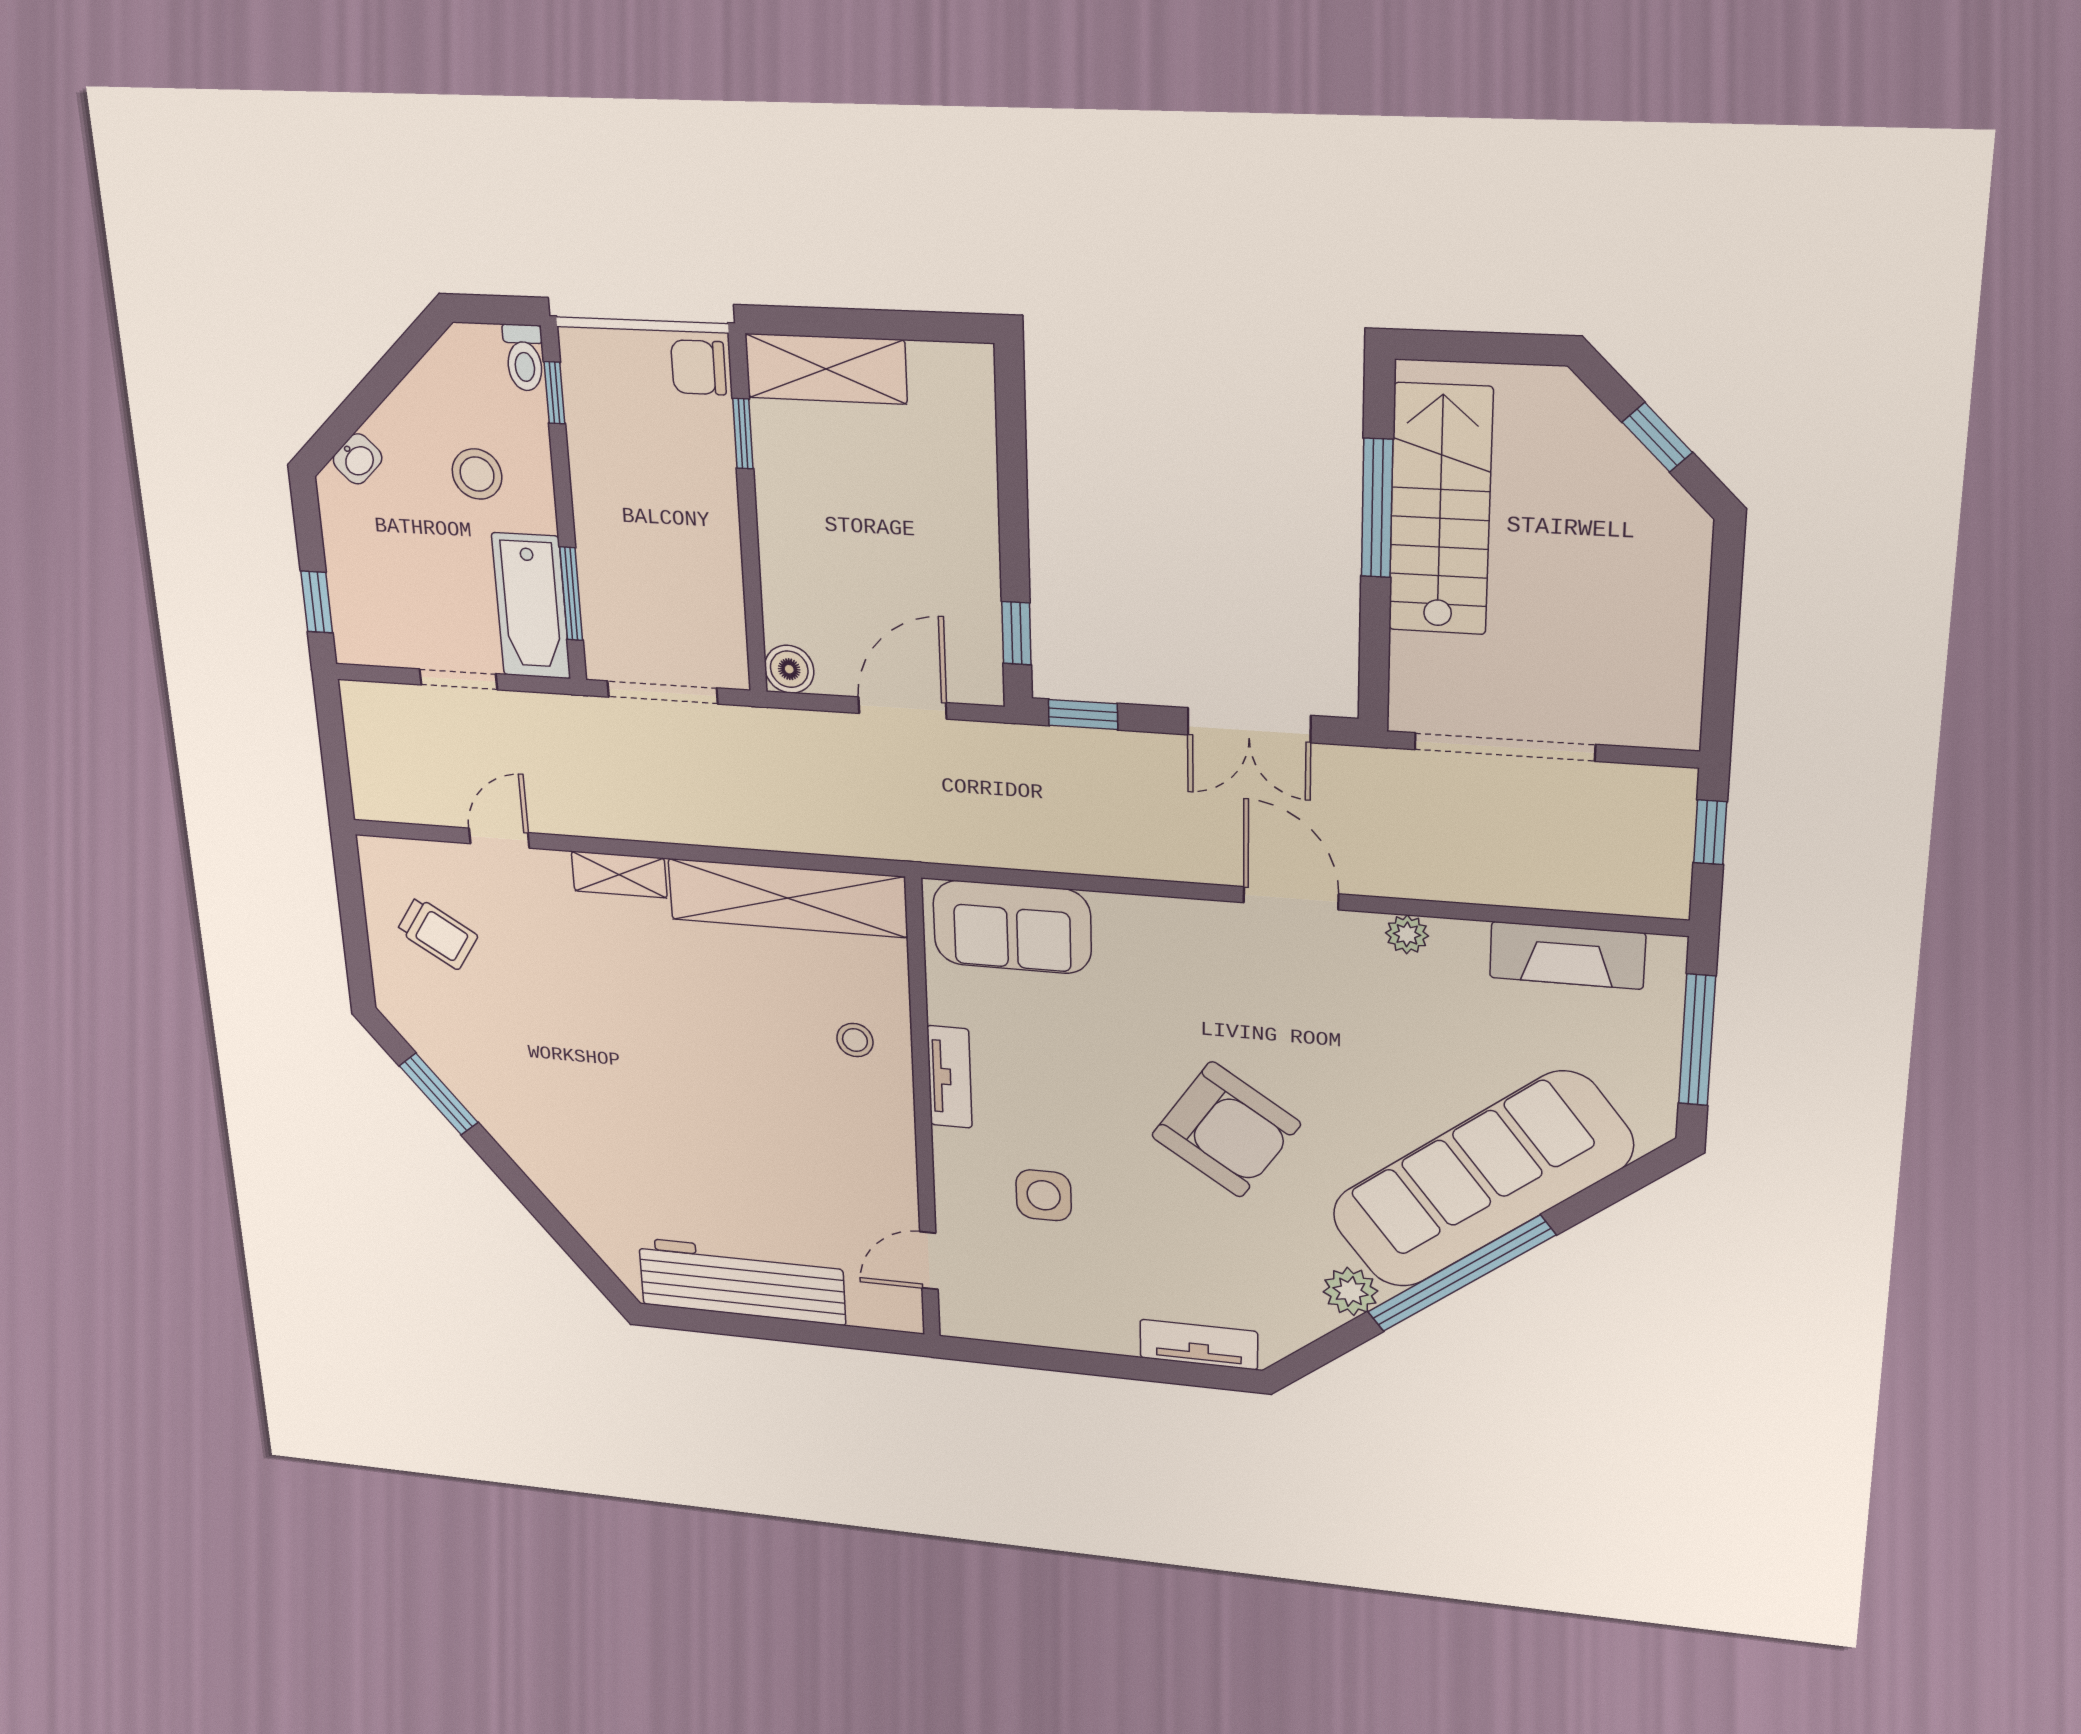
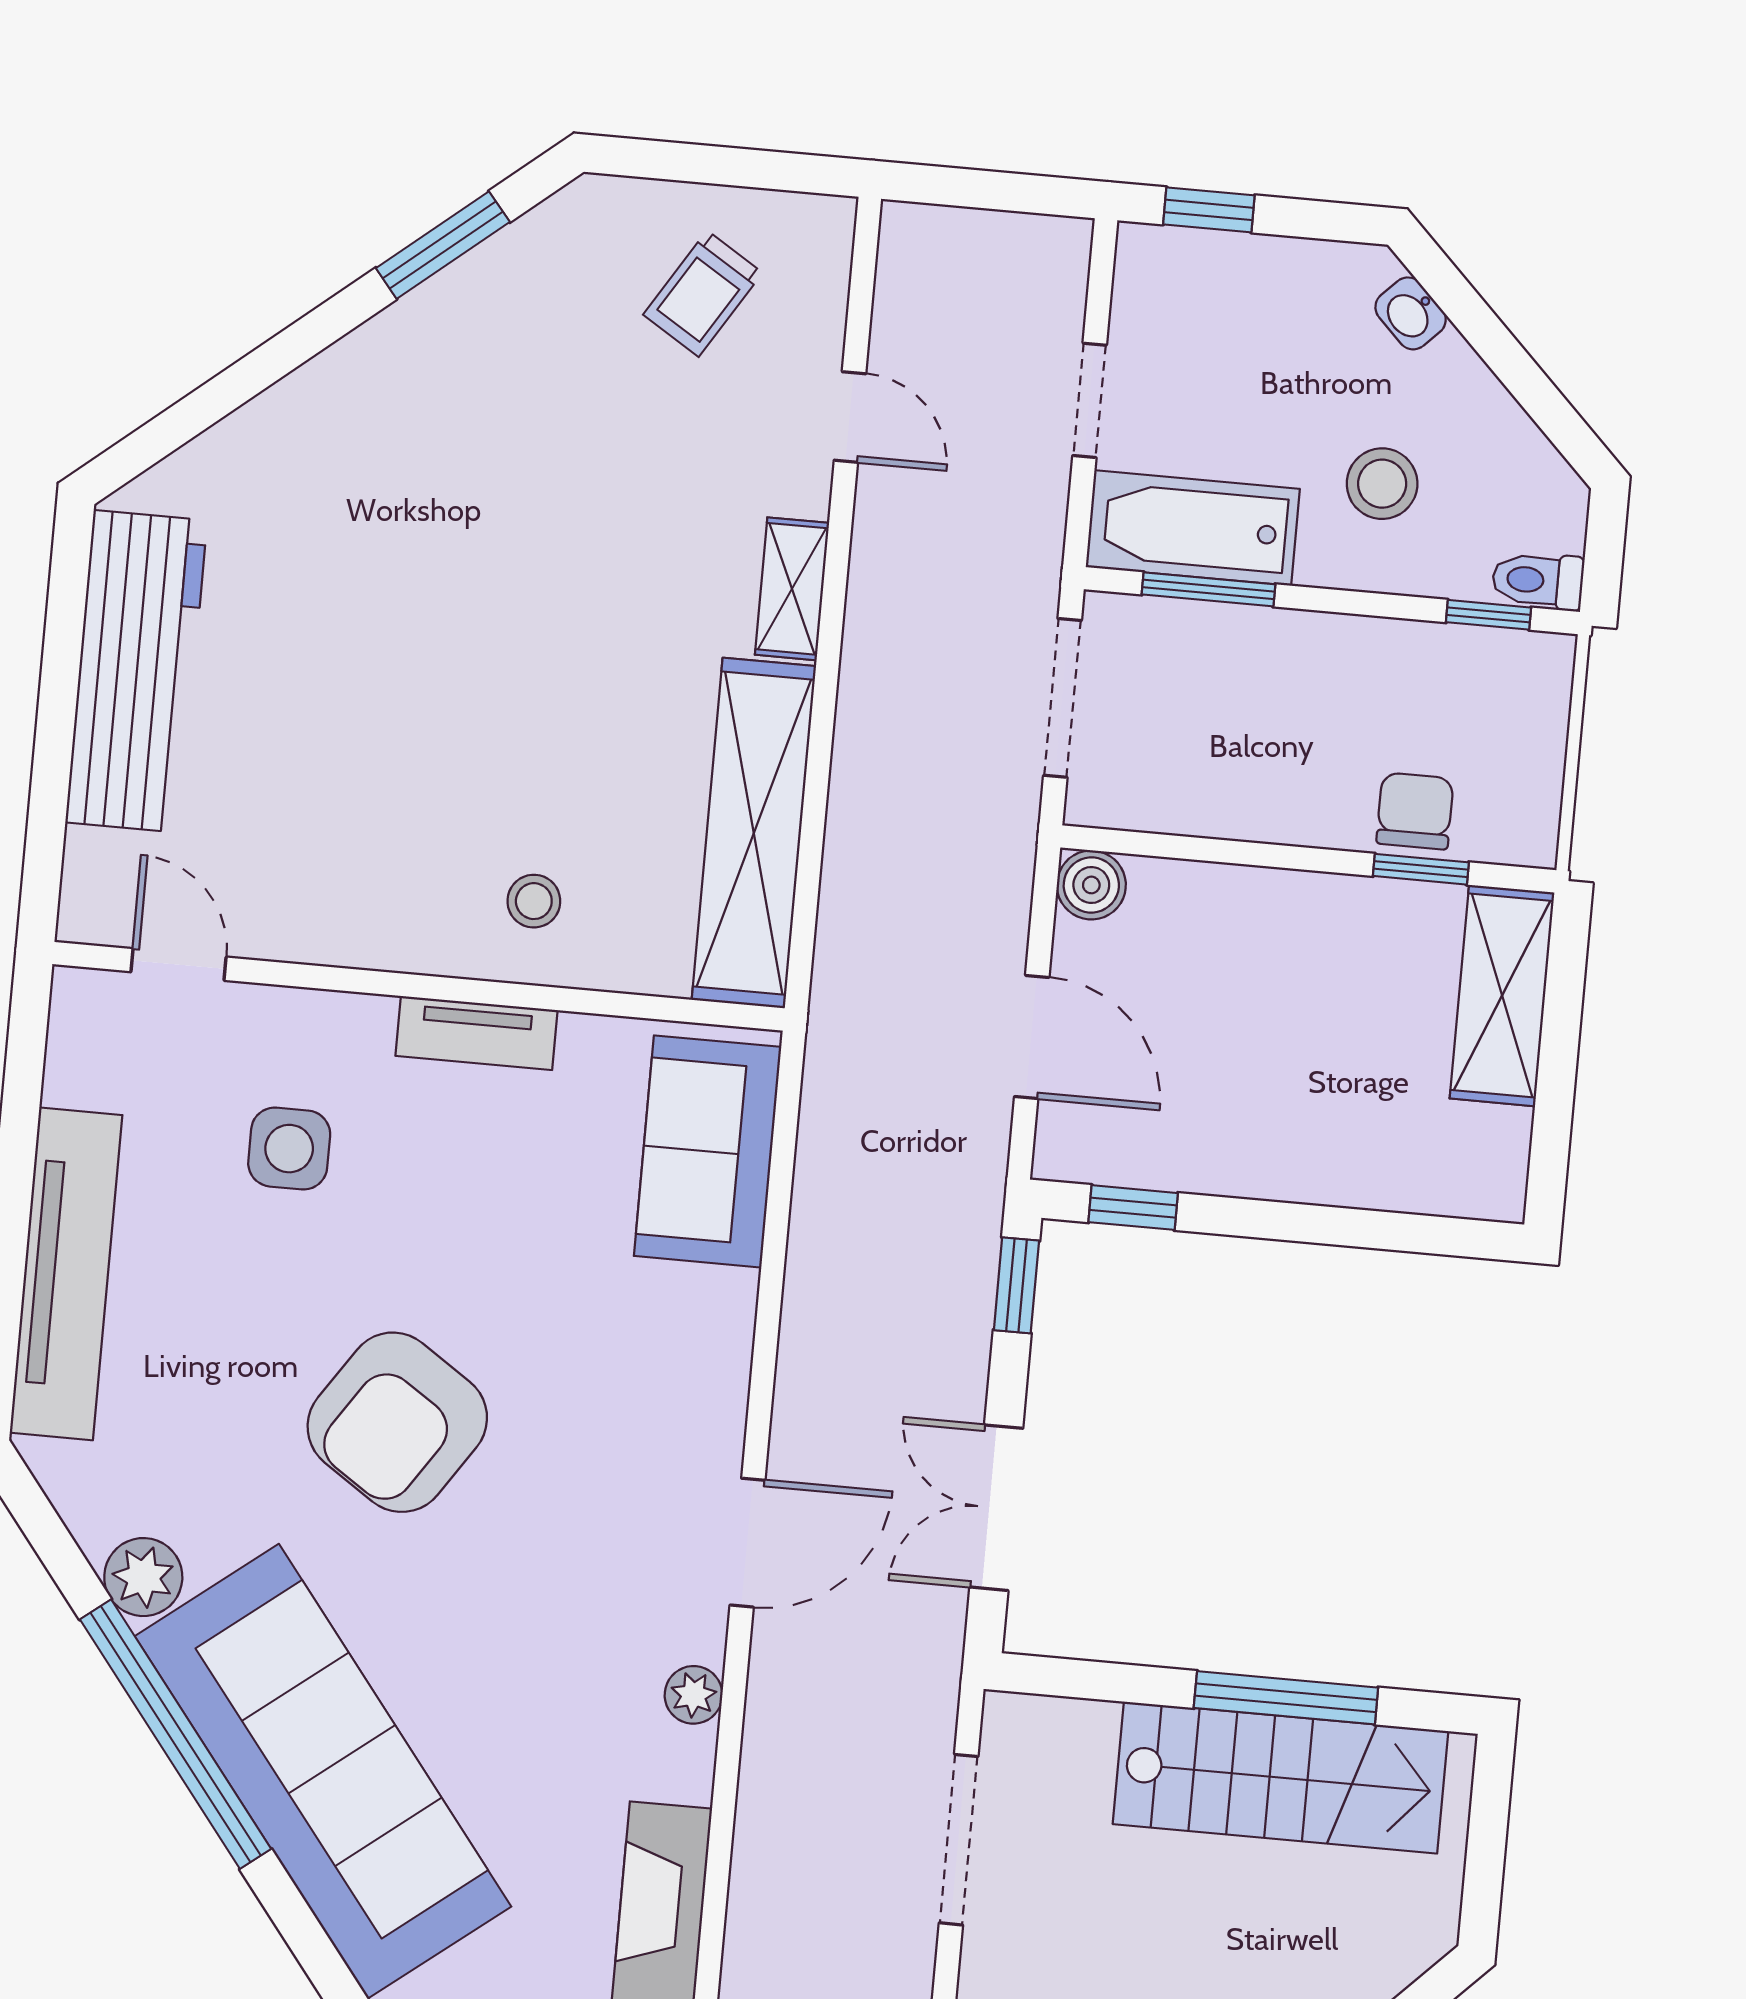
chair: (698, 367) -> (1415, 811), moved
doorway: (1505, 747) -> (959, 1840), width x0.73
tv unit: (1199, 1345) -> (66, 1274), width x1.92, depth x1.29

